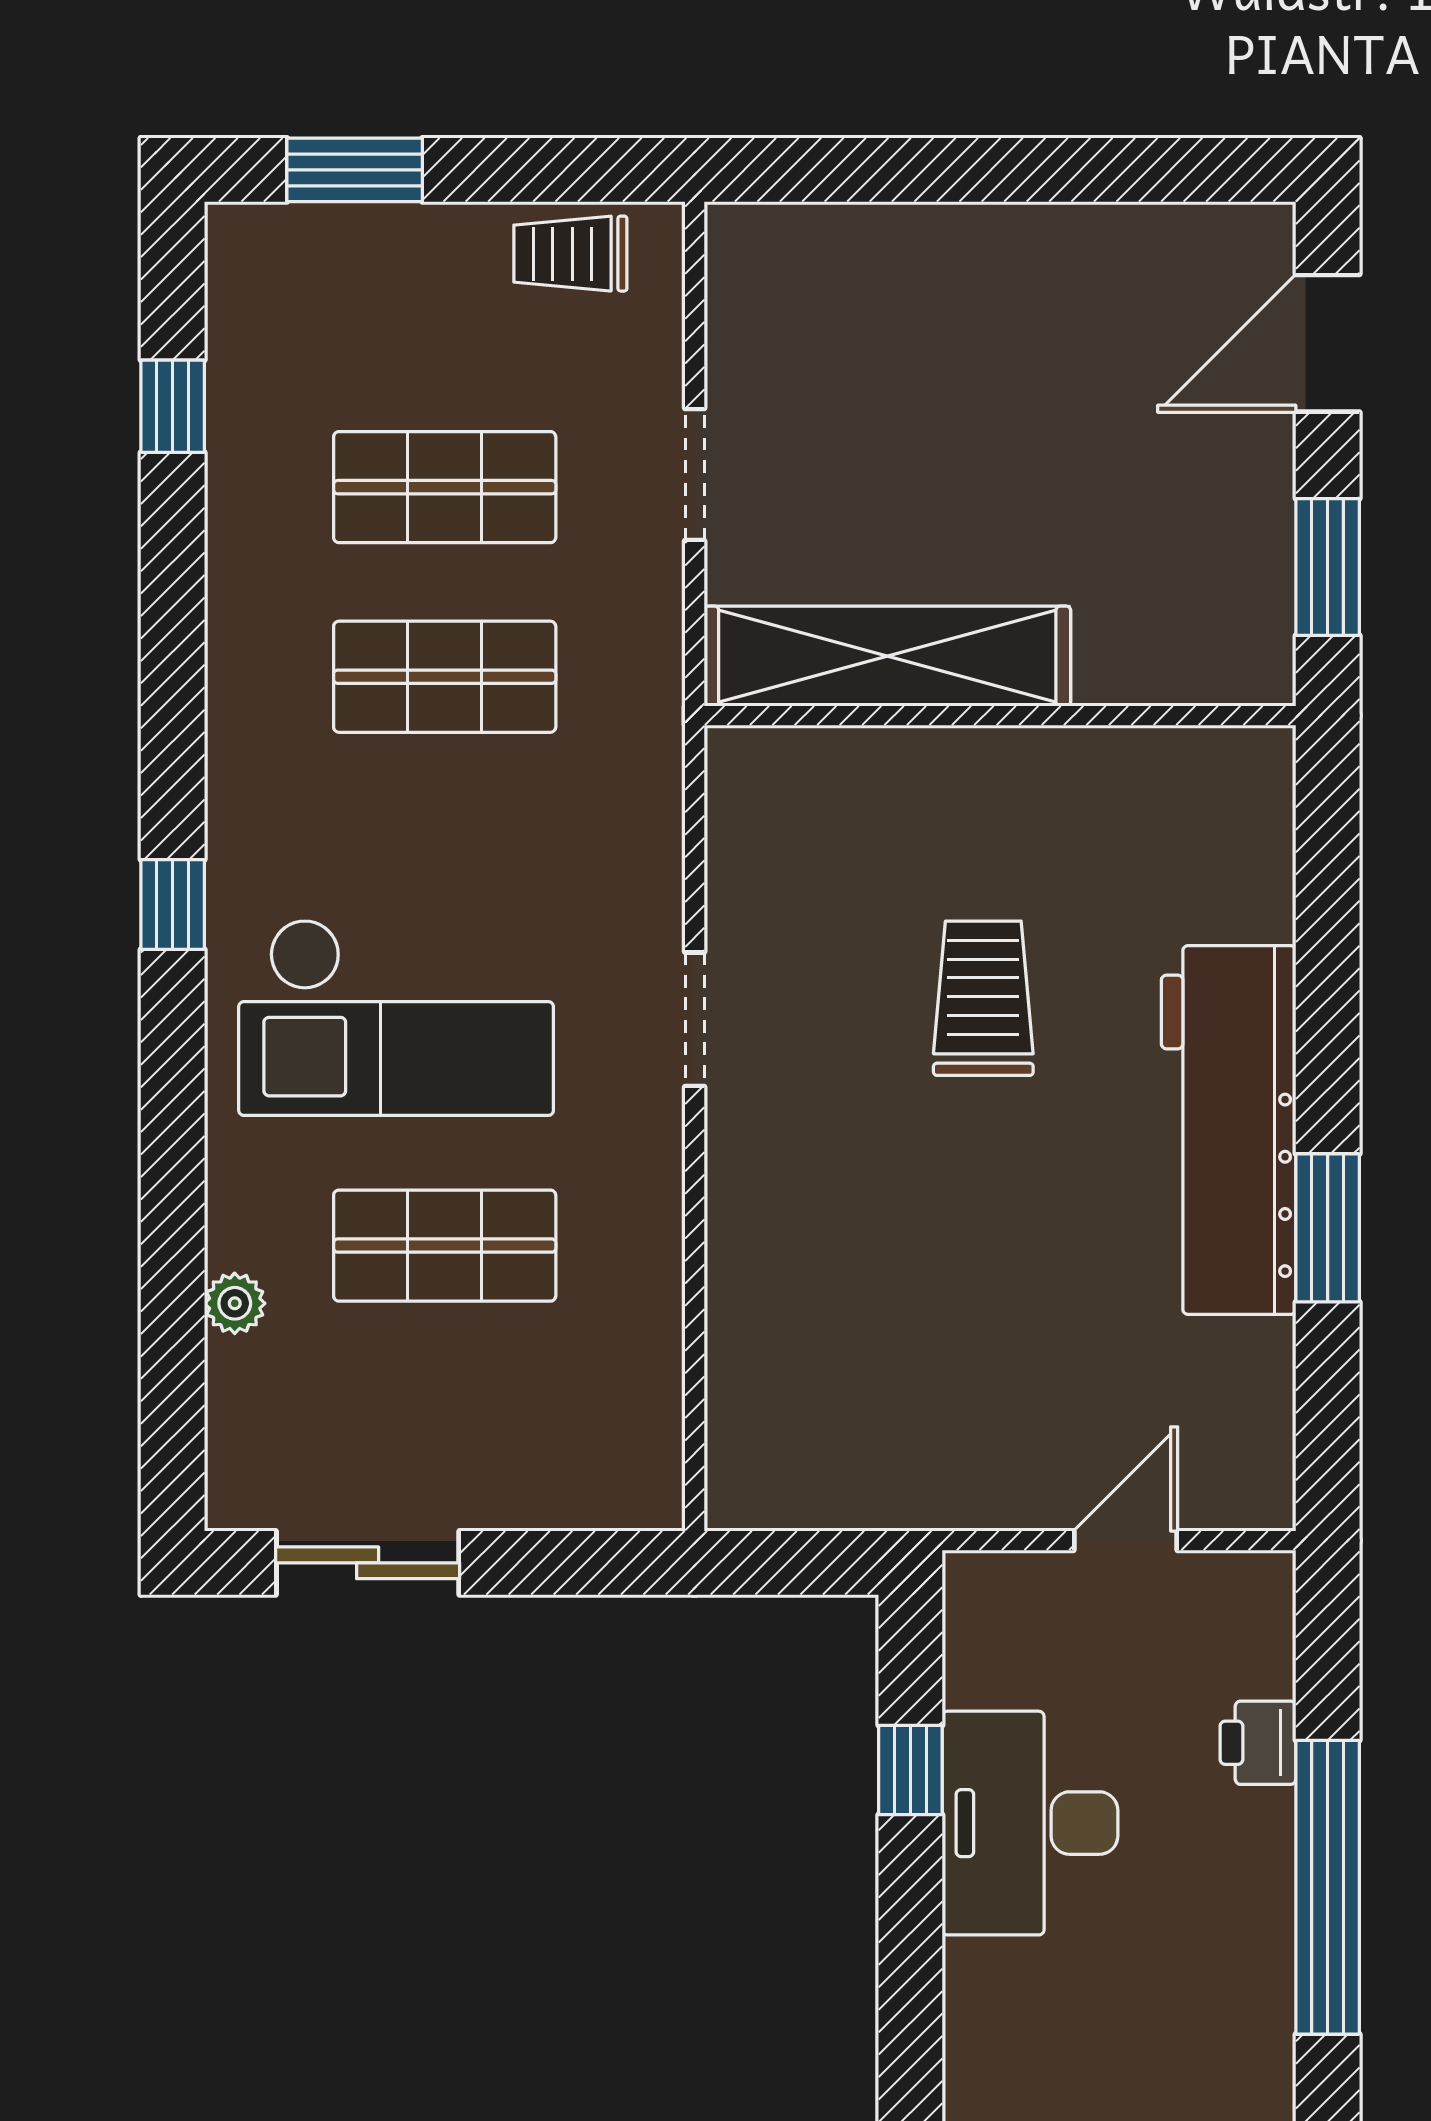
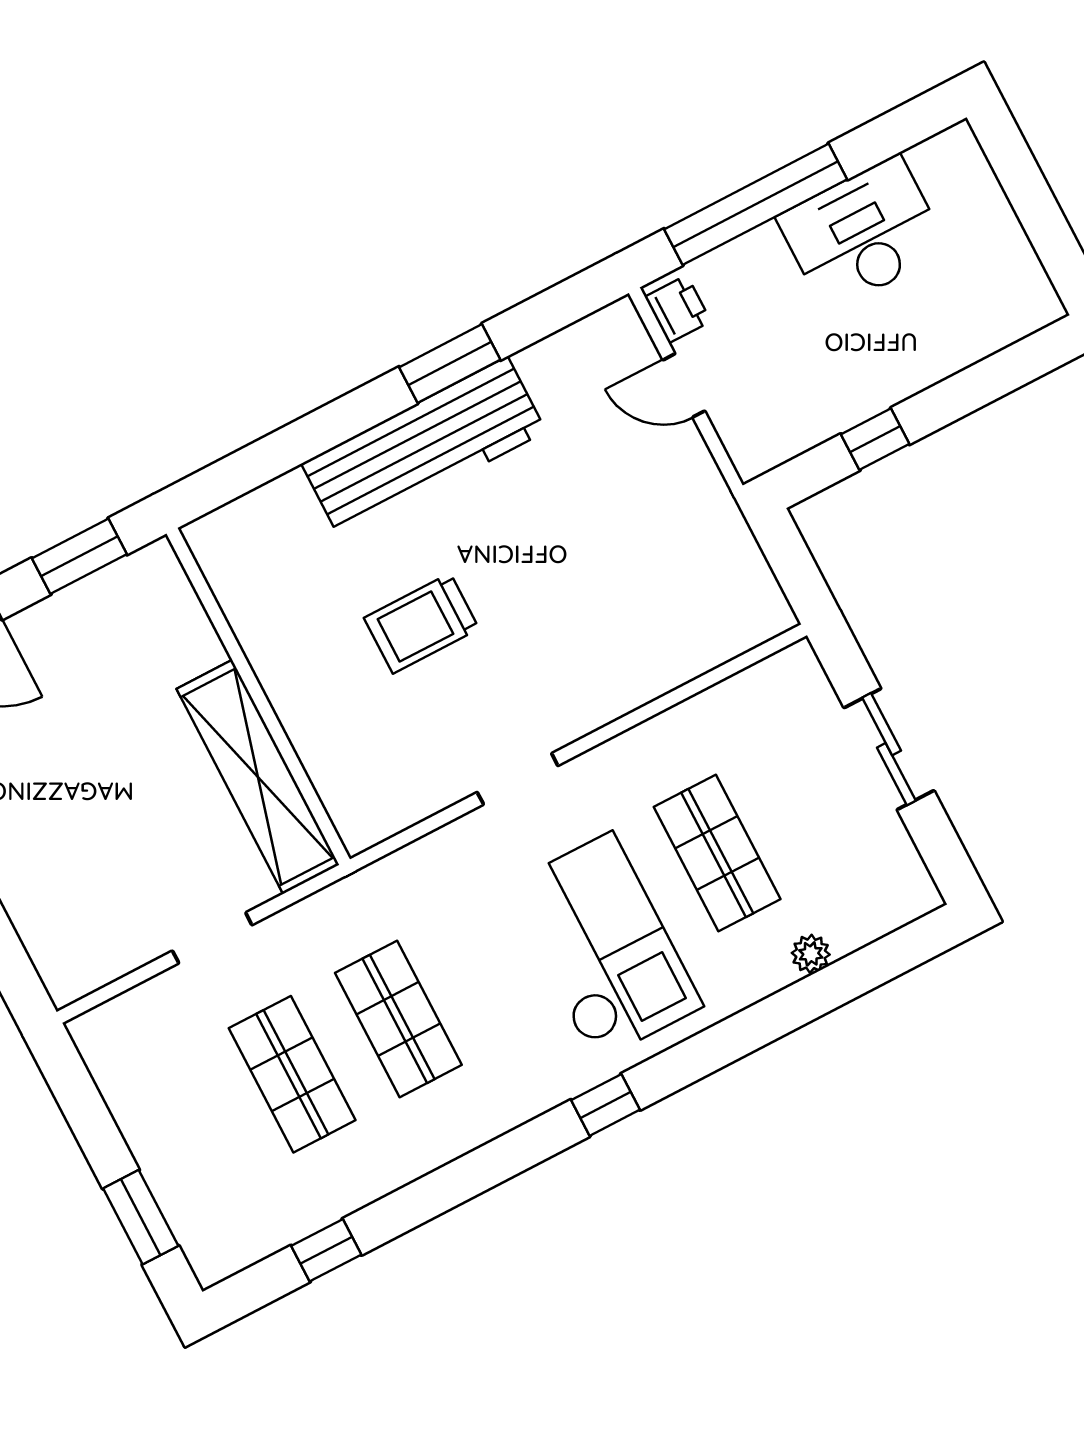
trolley: (570, 254) -> (125, 1072), removed
sliding door: (368, 1563) -> (889, 749), moved
printer: (1258, 1743) -> (678, 309), moved, turned -90
desk: (1030, 1823) -> (863, 234), moved, turned 180
window: (1328, 1887) -> (756, 204), moved

